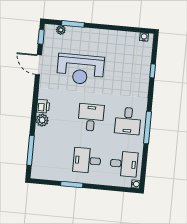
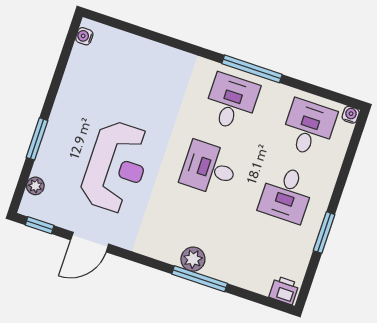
window: (73, 24) -> (37, 139), moved
window: (153, 71) -> (150, 35), removed
printer: (43, 106) -> (284, 290), moved
desk: (128, 121) -> (231, 102), turned -90
window: (31, 150) -> (200, 279), moved

